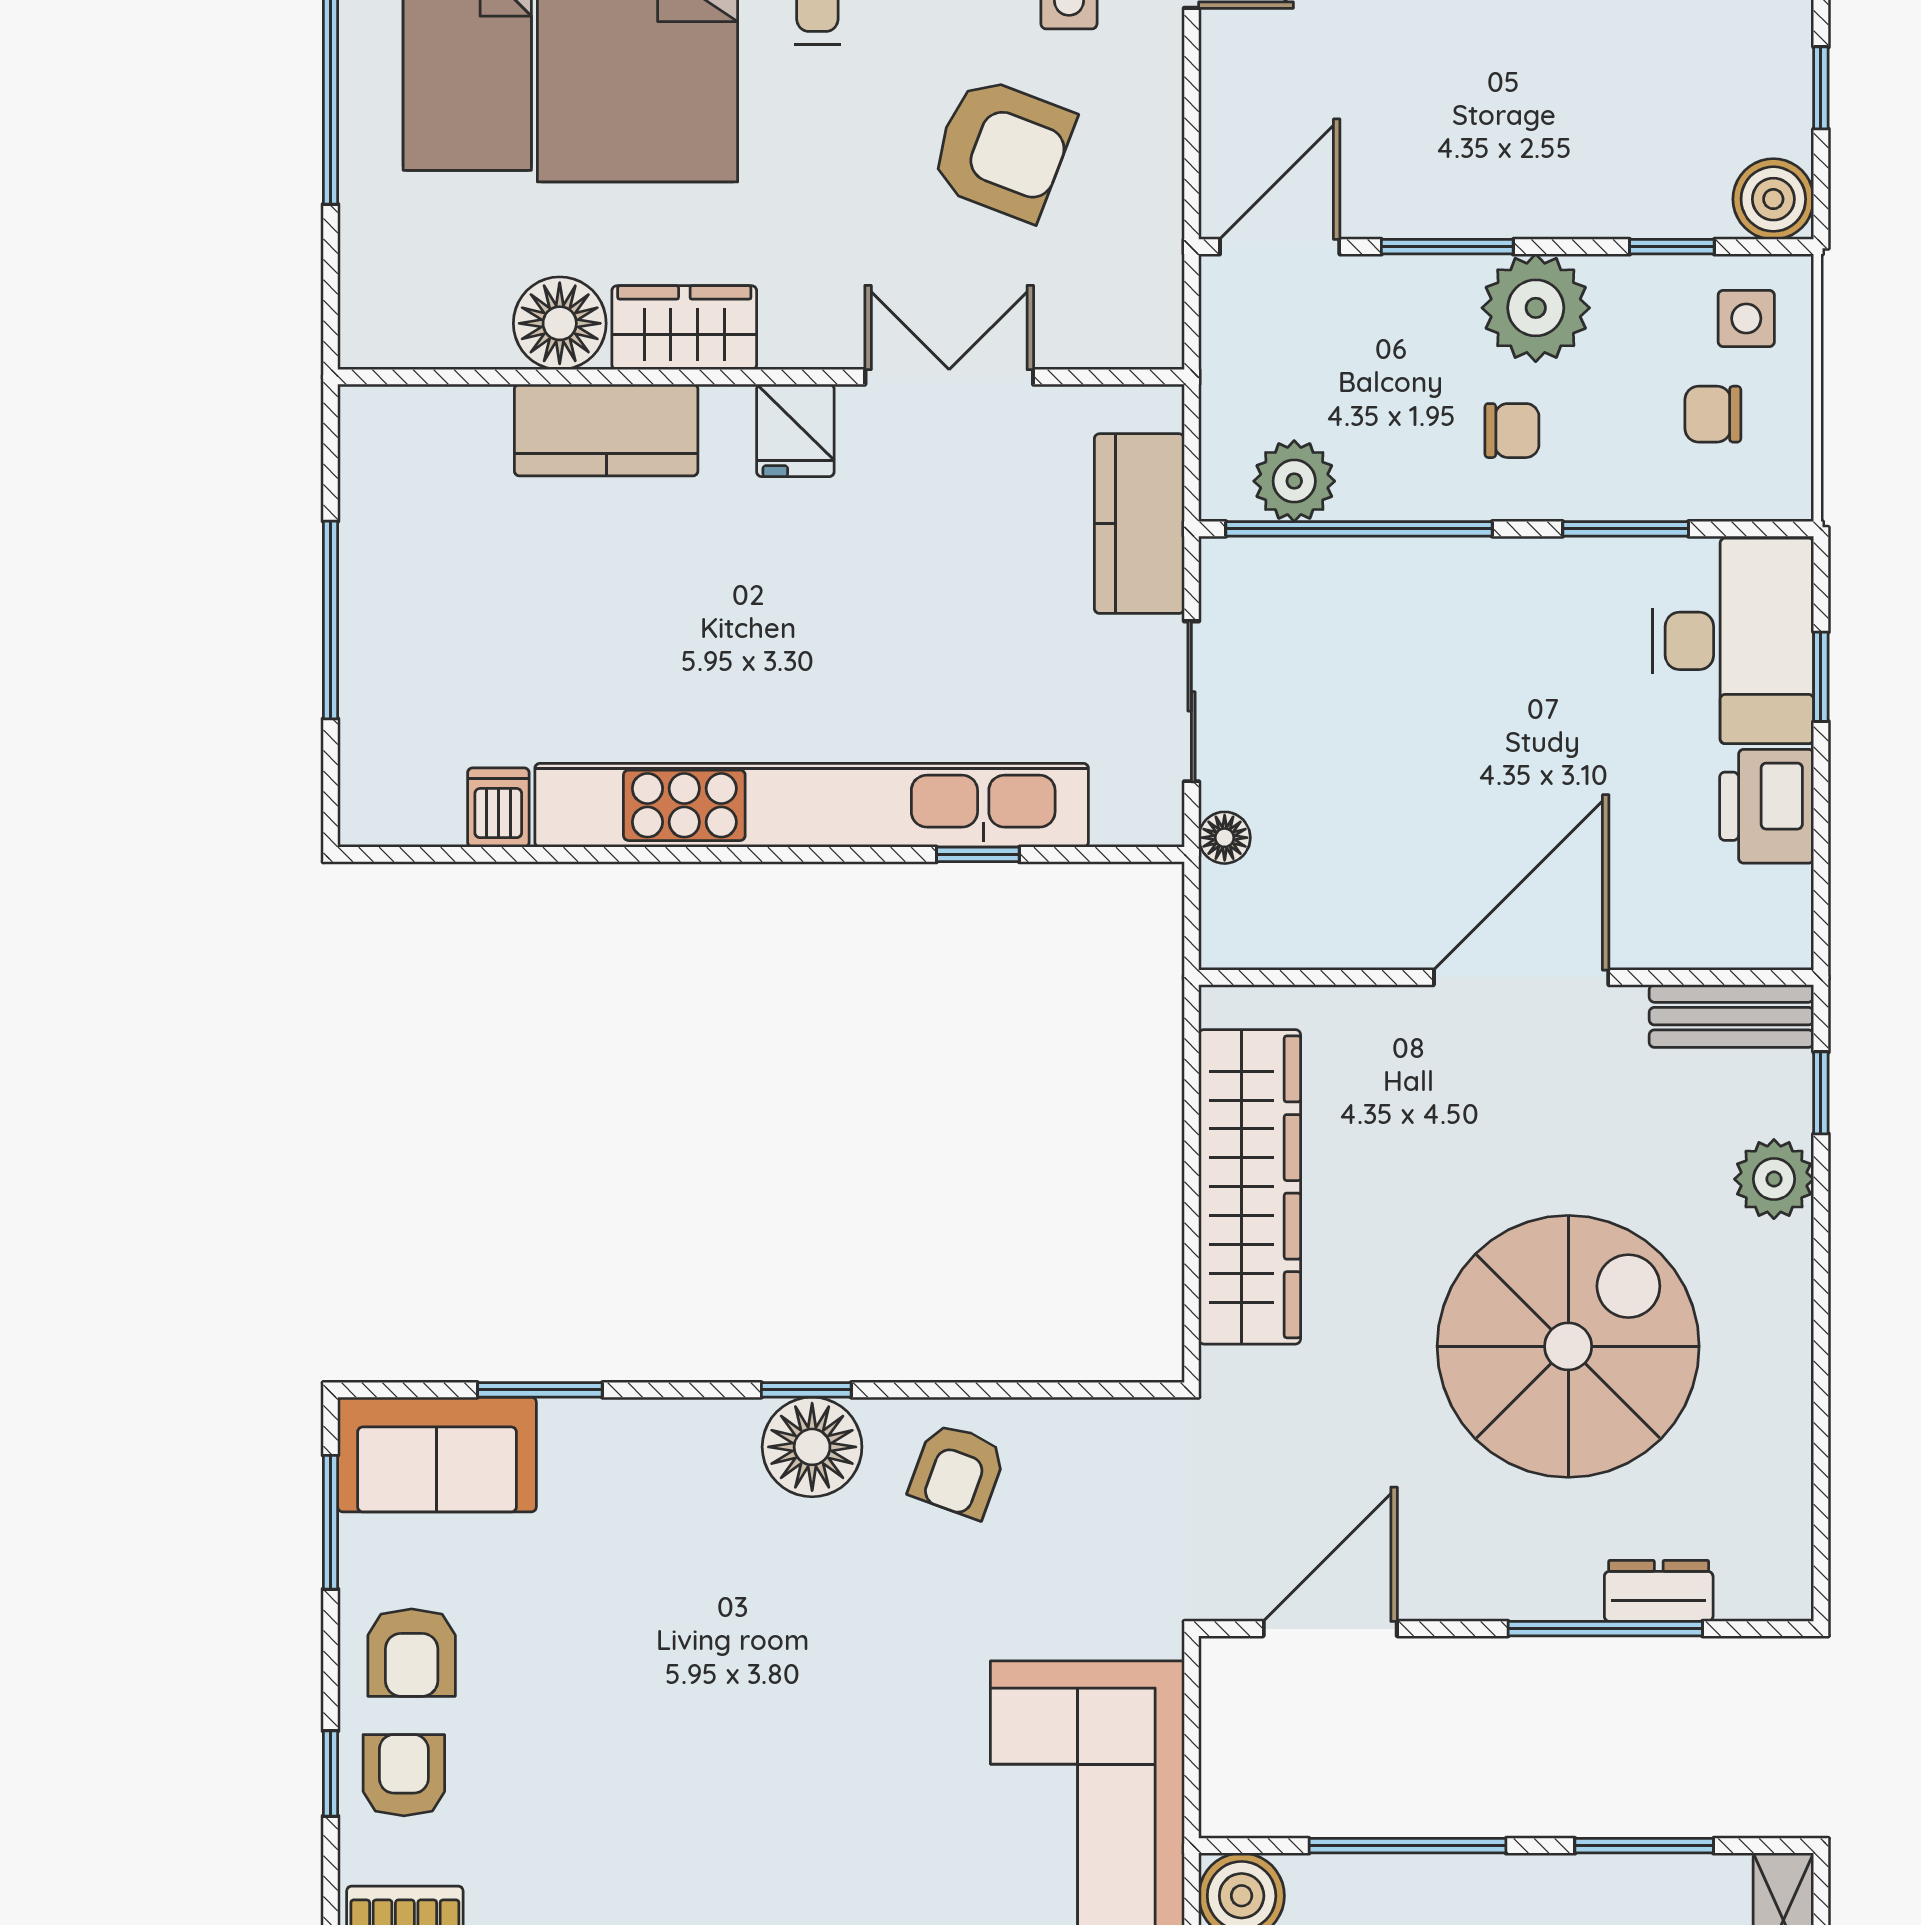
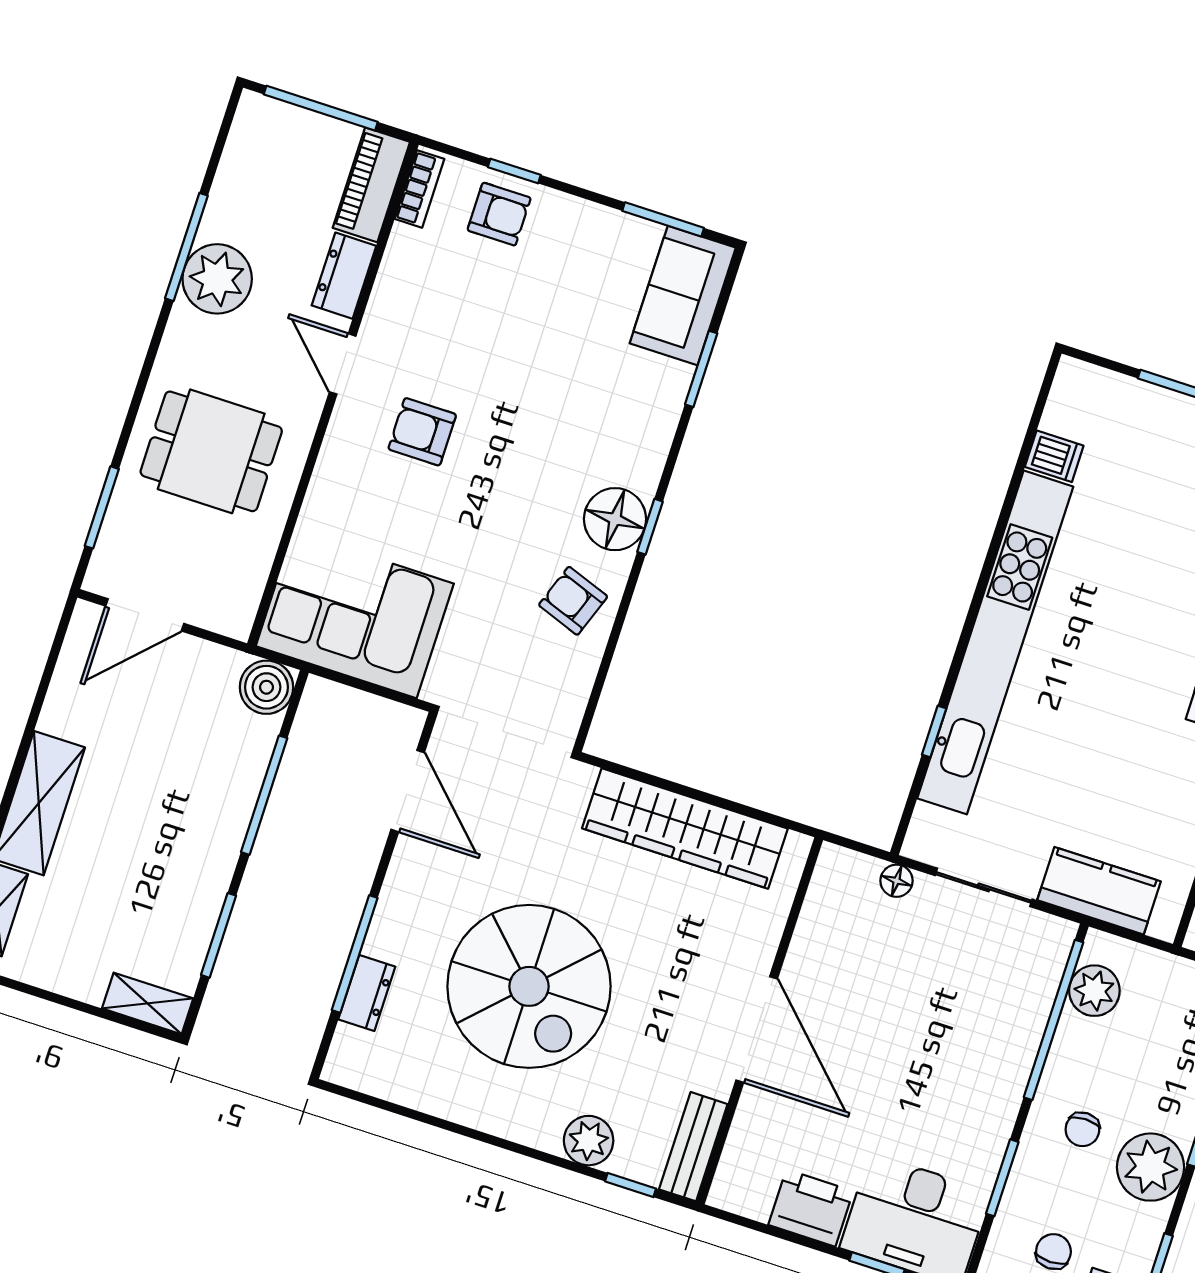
armchair: (412, 1653) -> (422, 432), moved

